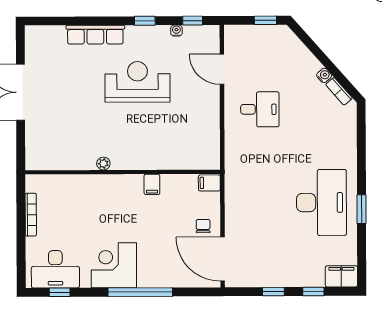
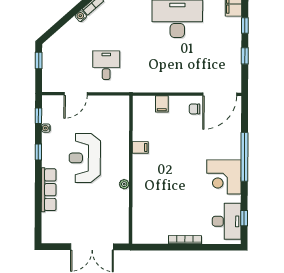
plant: (103, 163) -> (124, 184), moved
wall: (123, 172) -> (131, 170), moved
filing cabinet: (152, 184) -> (140, 147), moved

